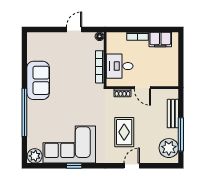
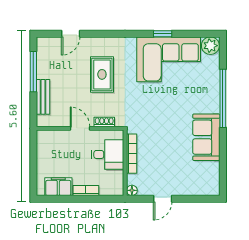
plant: (169, 148) -> (48, 55), removed
door: (132, 166) -> (71, 34), moved

